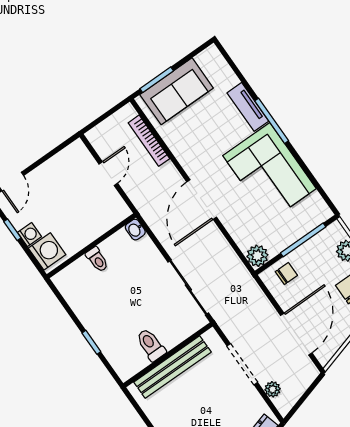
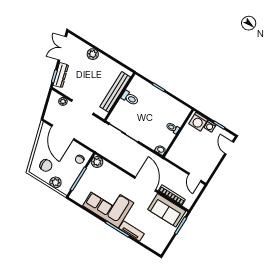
sofa: (177, 91) -> (167, 210), moved, turned -90
door: (108, 174) -> (195, 177), moved
door: (202, 199) -> (145, 184), moved

